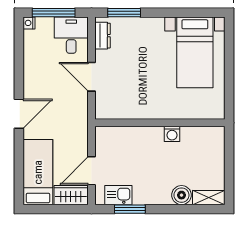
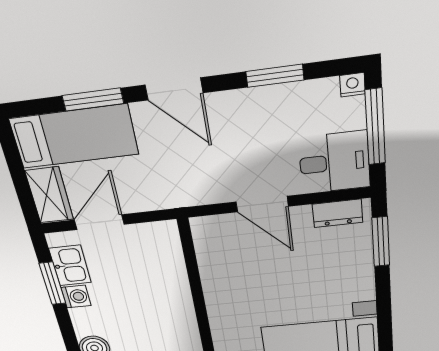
window: (19, 61) -> (275, 76), added
door: (92, 77) -> (262, 204), swing flipped
washing machine: (172, 134) -> (76, 297), moved, turned 180
window: (19, 157) -> (93, 100), added
door: (92, 171) -> (99, 222), hinge flipped

